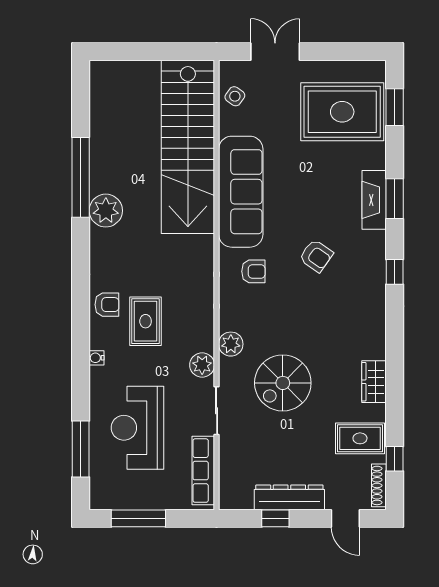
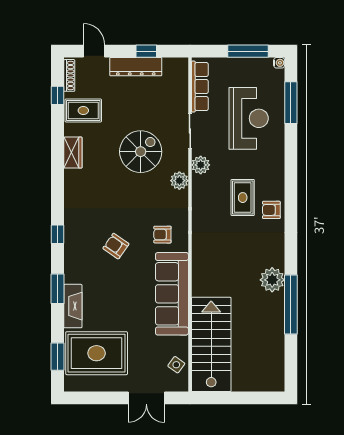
stairs: (188, 147) -> (211, 344), width x0.73
fireplace: (374, 200) -> (73, 306), moved
water cooler: (96, 358) -> (279, 63), moved

